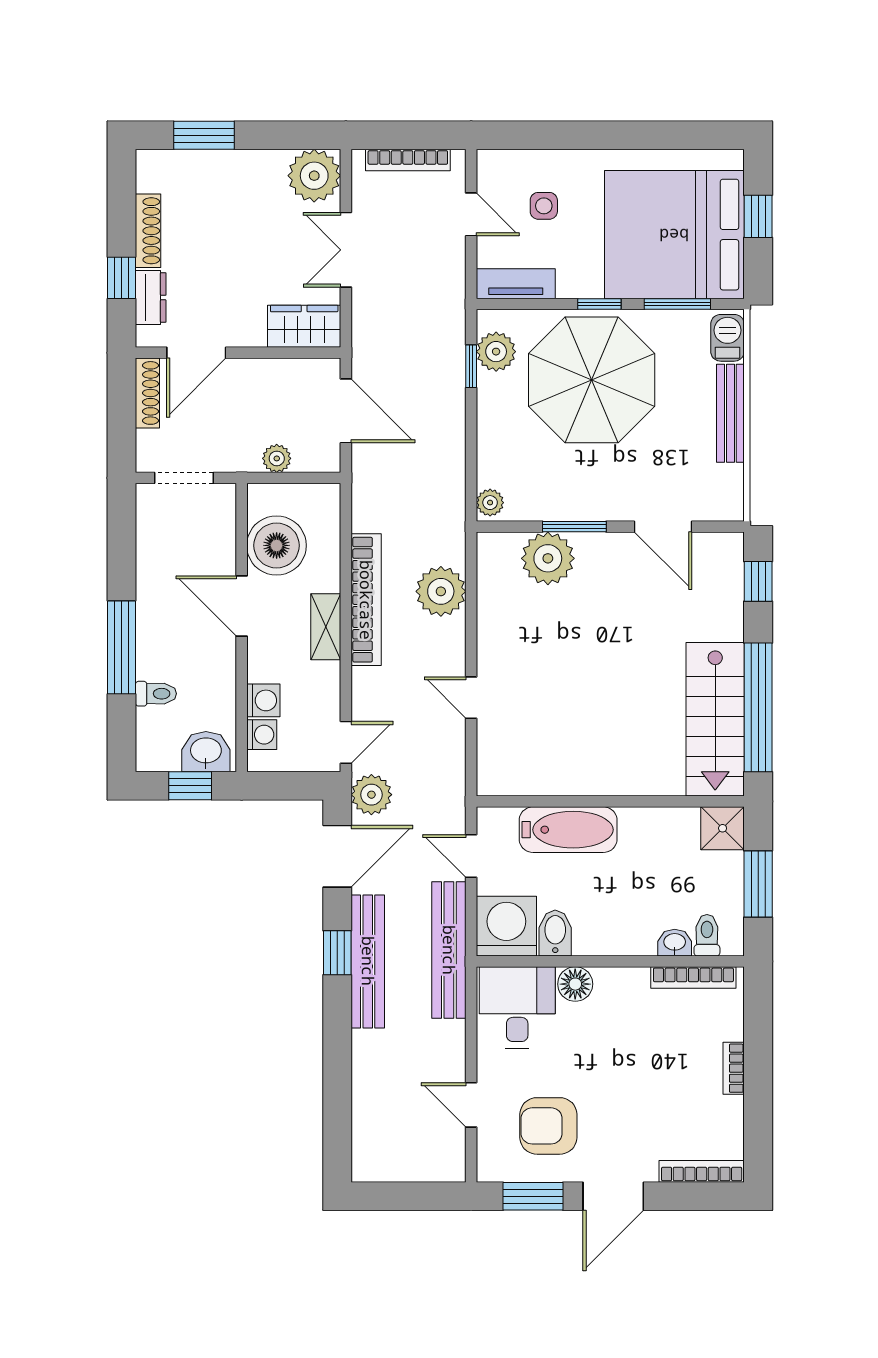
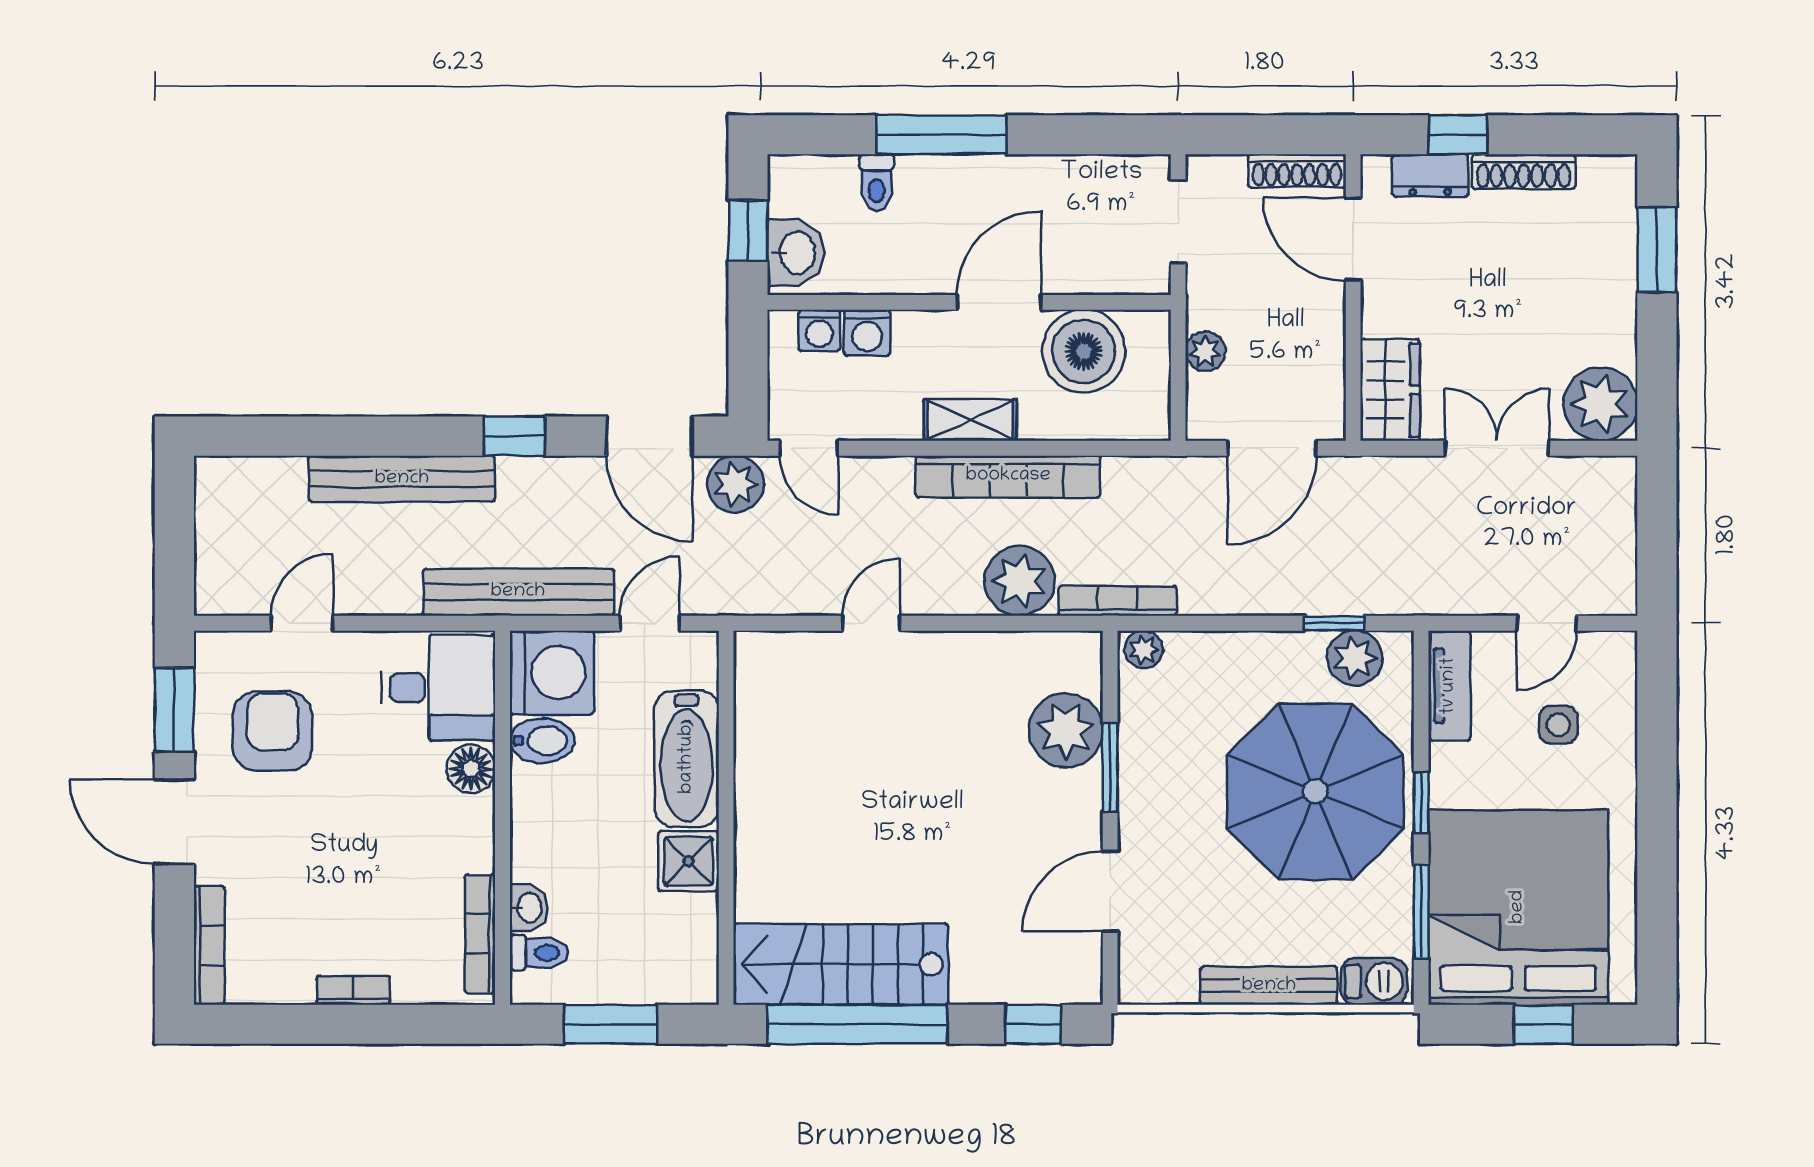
bookcase: (408, 160) -> (1118, 601), moved, turned 90
shower: (723, 828) -> (689, 861), moved
bench: (368, 961) -> (402, 479), moved

